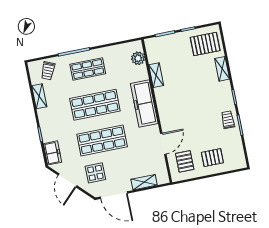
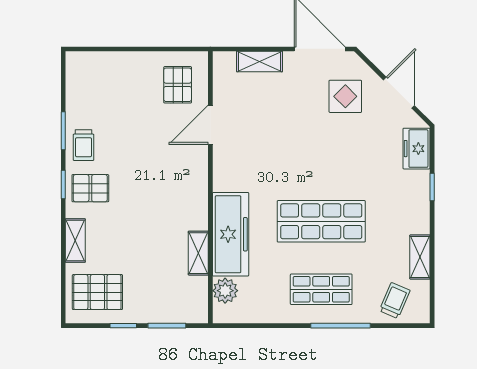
freezer: (144, 103) -> (231, 234), moved
shop shelf: (102, 140) -> (321, 153), removed
pallet: (212, 158) -> (90, 188), moved

